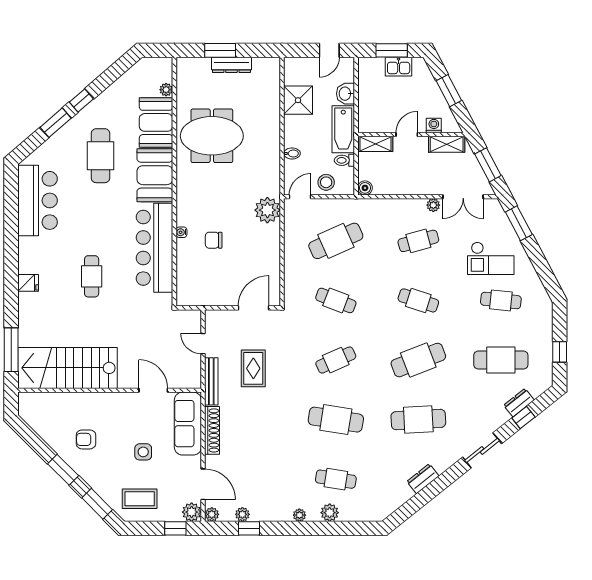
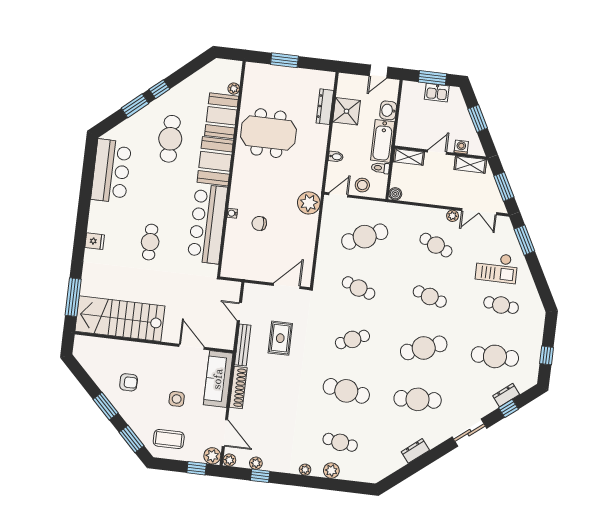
dresser: (231, 65) -> (325, 107), moved, turned 90
cafe table: (418, 241) -> (436, 245), turned 39
armchair: (86, 439) -> (129, 382), turned 180

